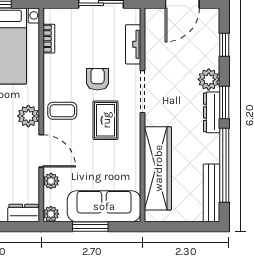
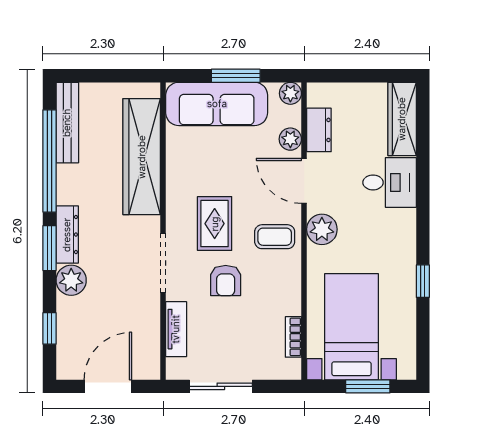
dresser: (24, 213) -> (319, 130), moved, turned -90

